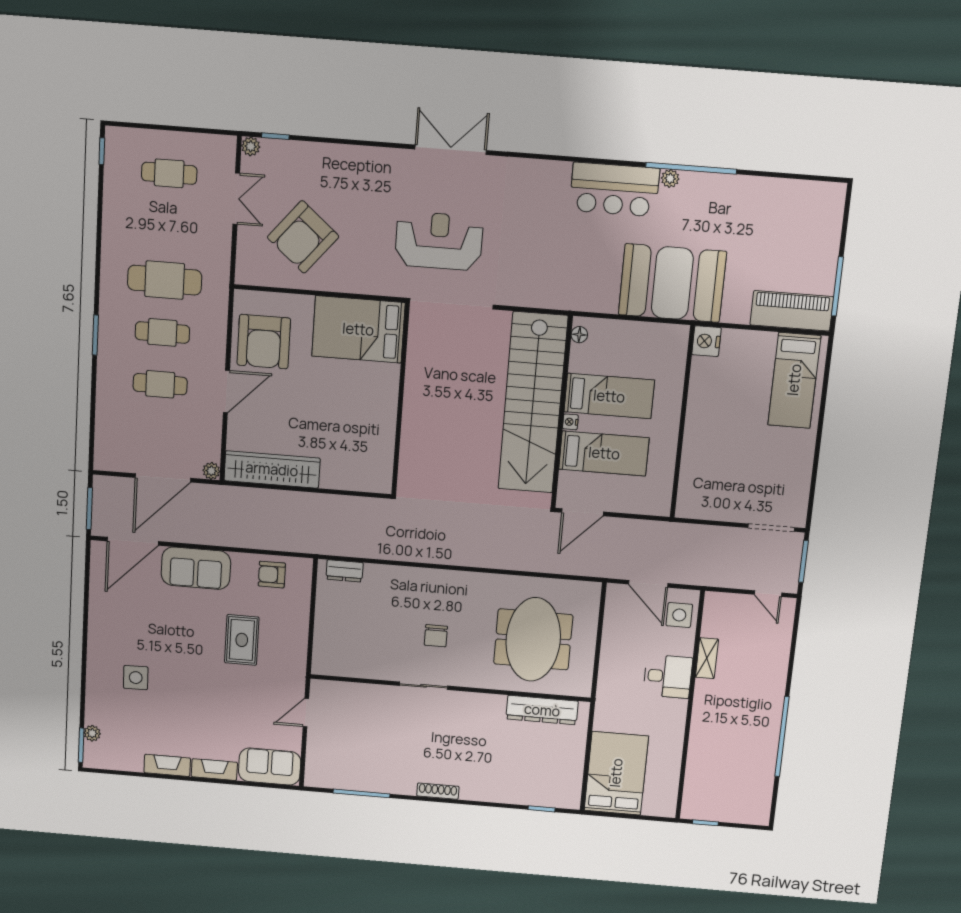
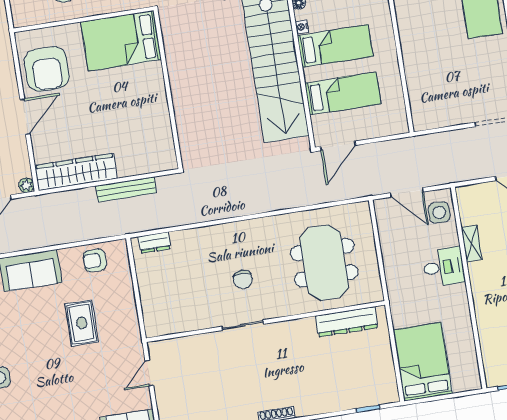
nightstand: (570, 422) -> (302, 27), moved
bench: (326, 503) -> (126, 189), added

